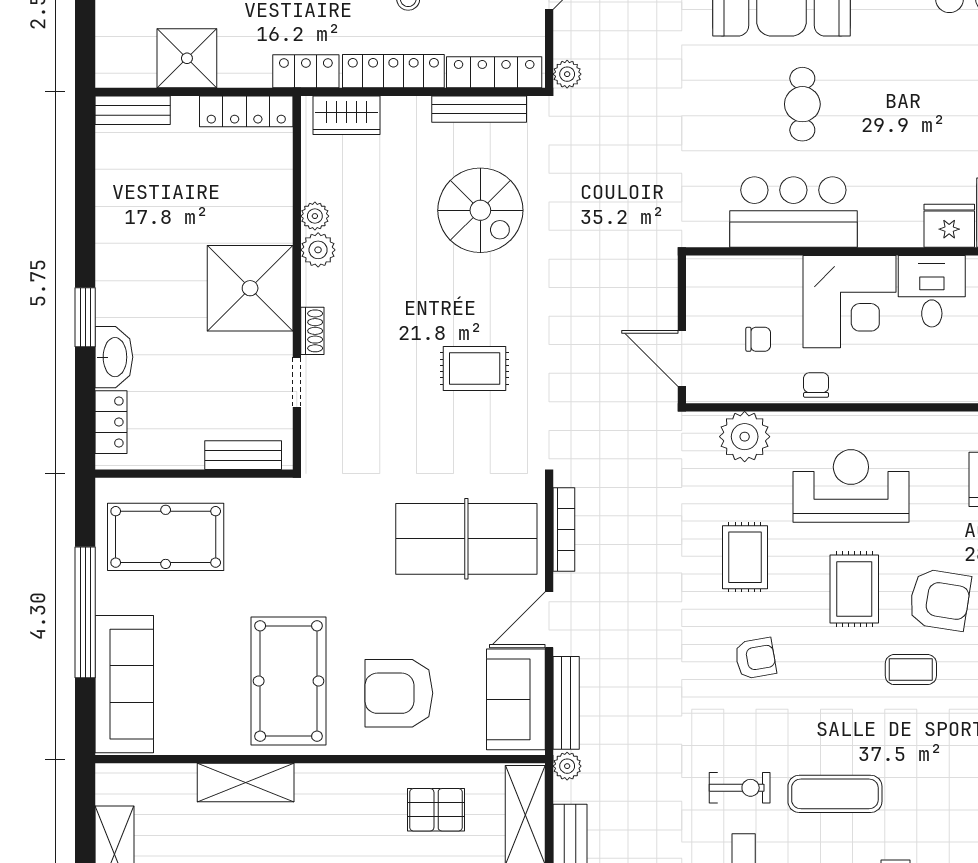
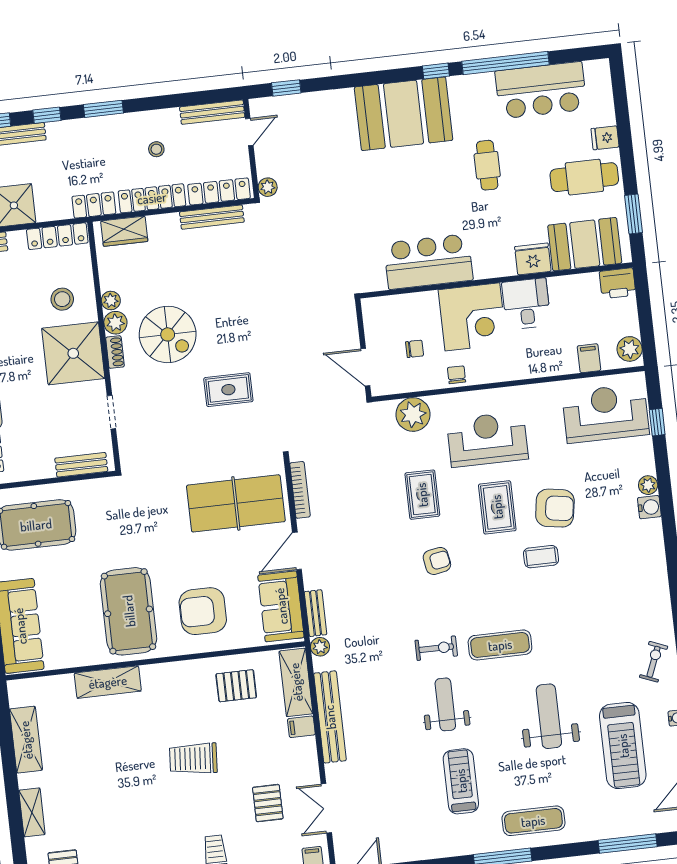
cafe table: (802, 104) -> (487, 165), moved
stool: (243, 206) -> (62, 299), added
spiral stairs: (480, 210) -> (168, 334), moved
shoe rack: (312, 331) -> (115, 352), moved
bench: (566, 703) -> (316, 613), width x0.73

